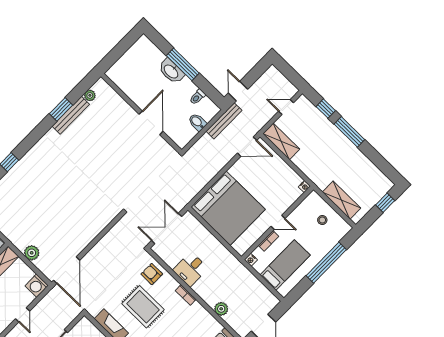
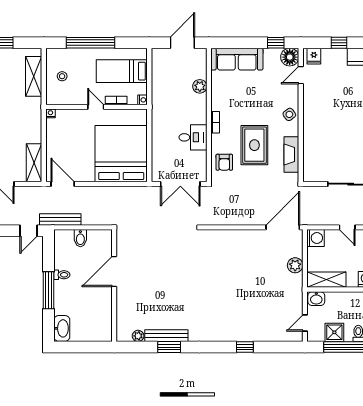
washbasin: (171, 71) -> (62, 328), moved
toilet: (197, 97) -> (62, 275), moved
door: (23, 315) -> (347, 227), swing flipped

